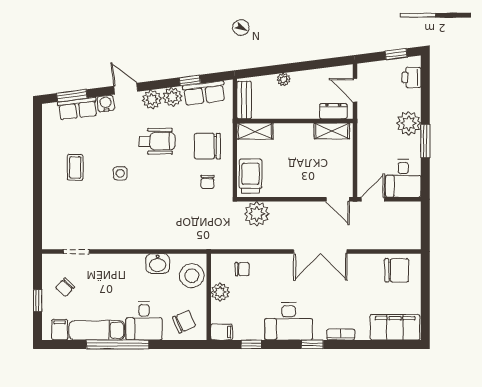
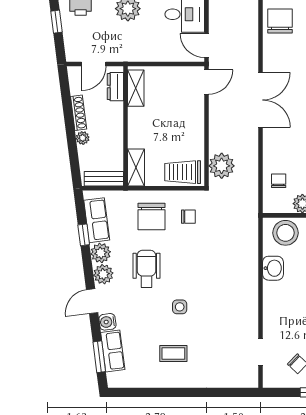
shoe rack: (308, 76) -> (79, 113), added

